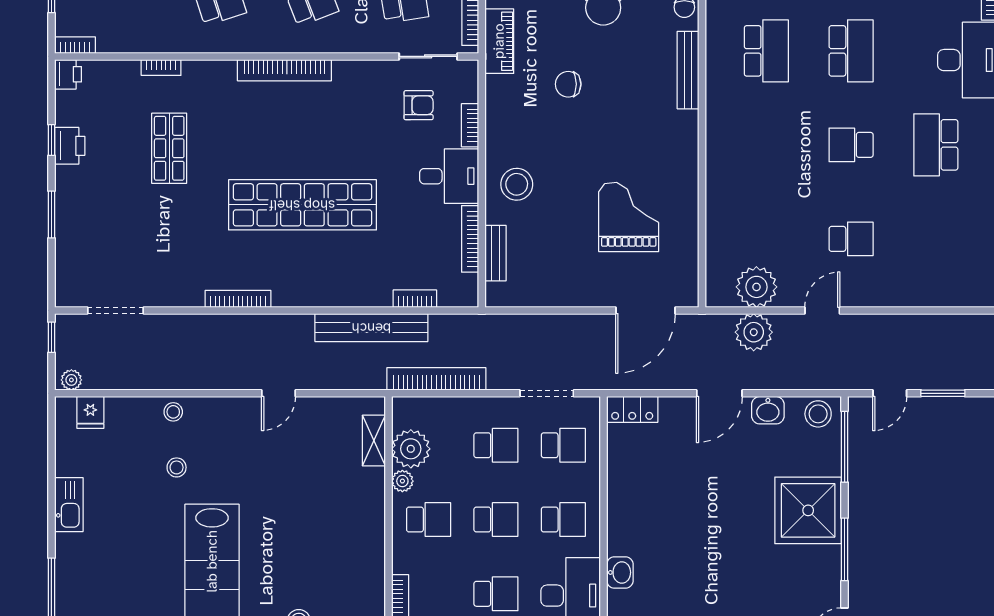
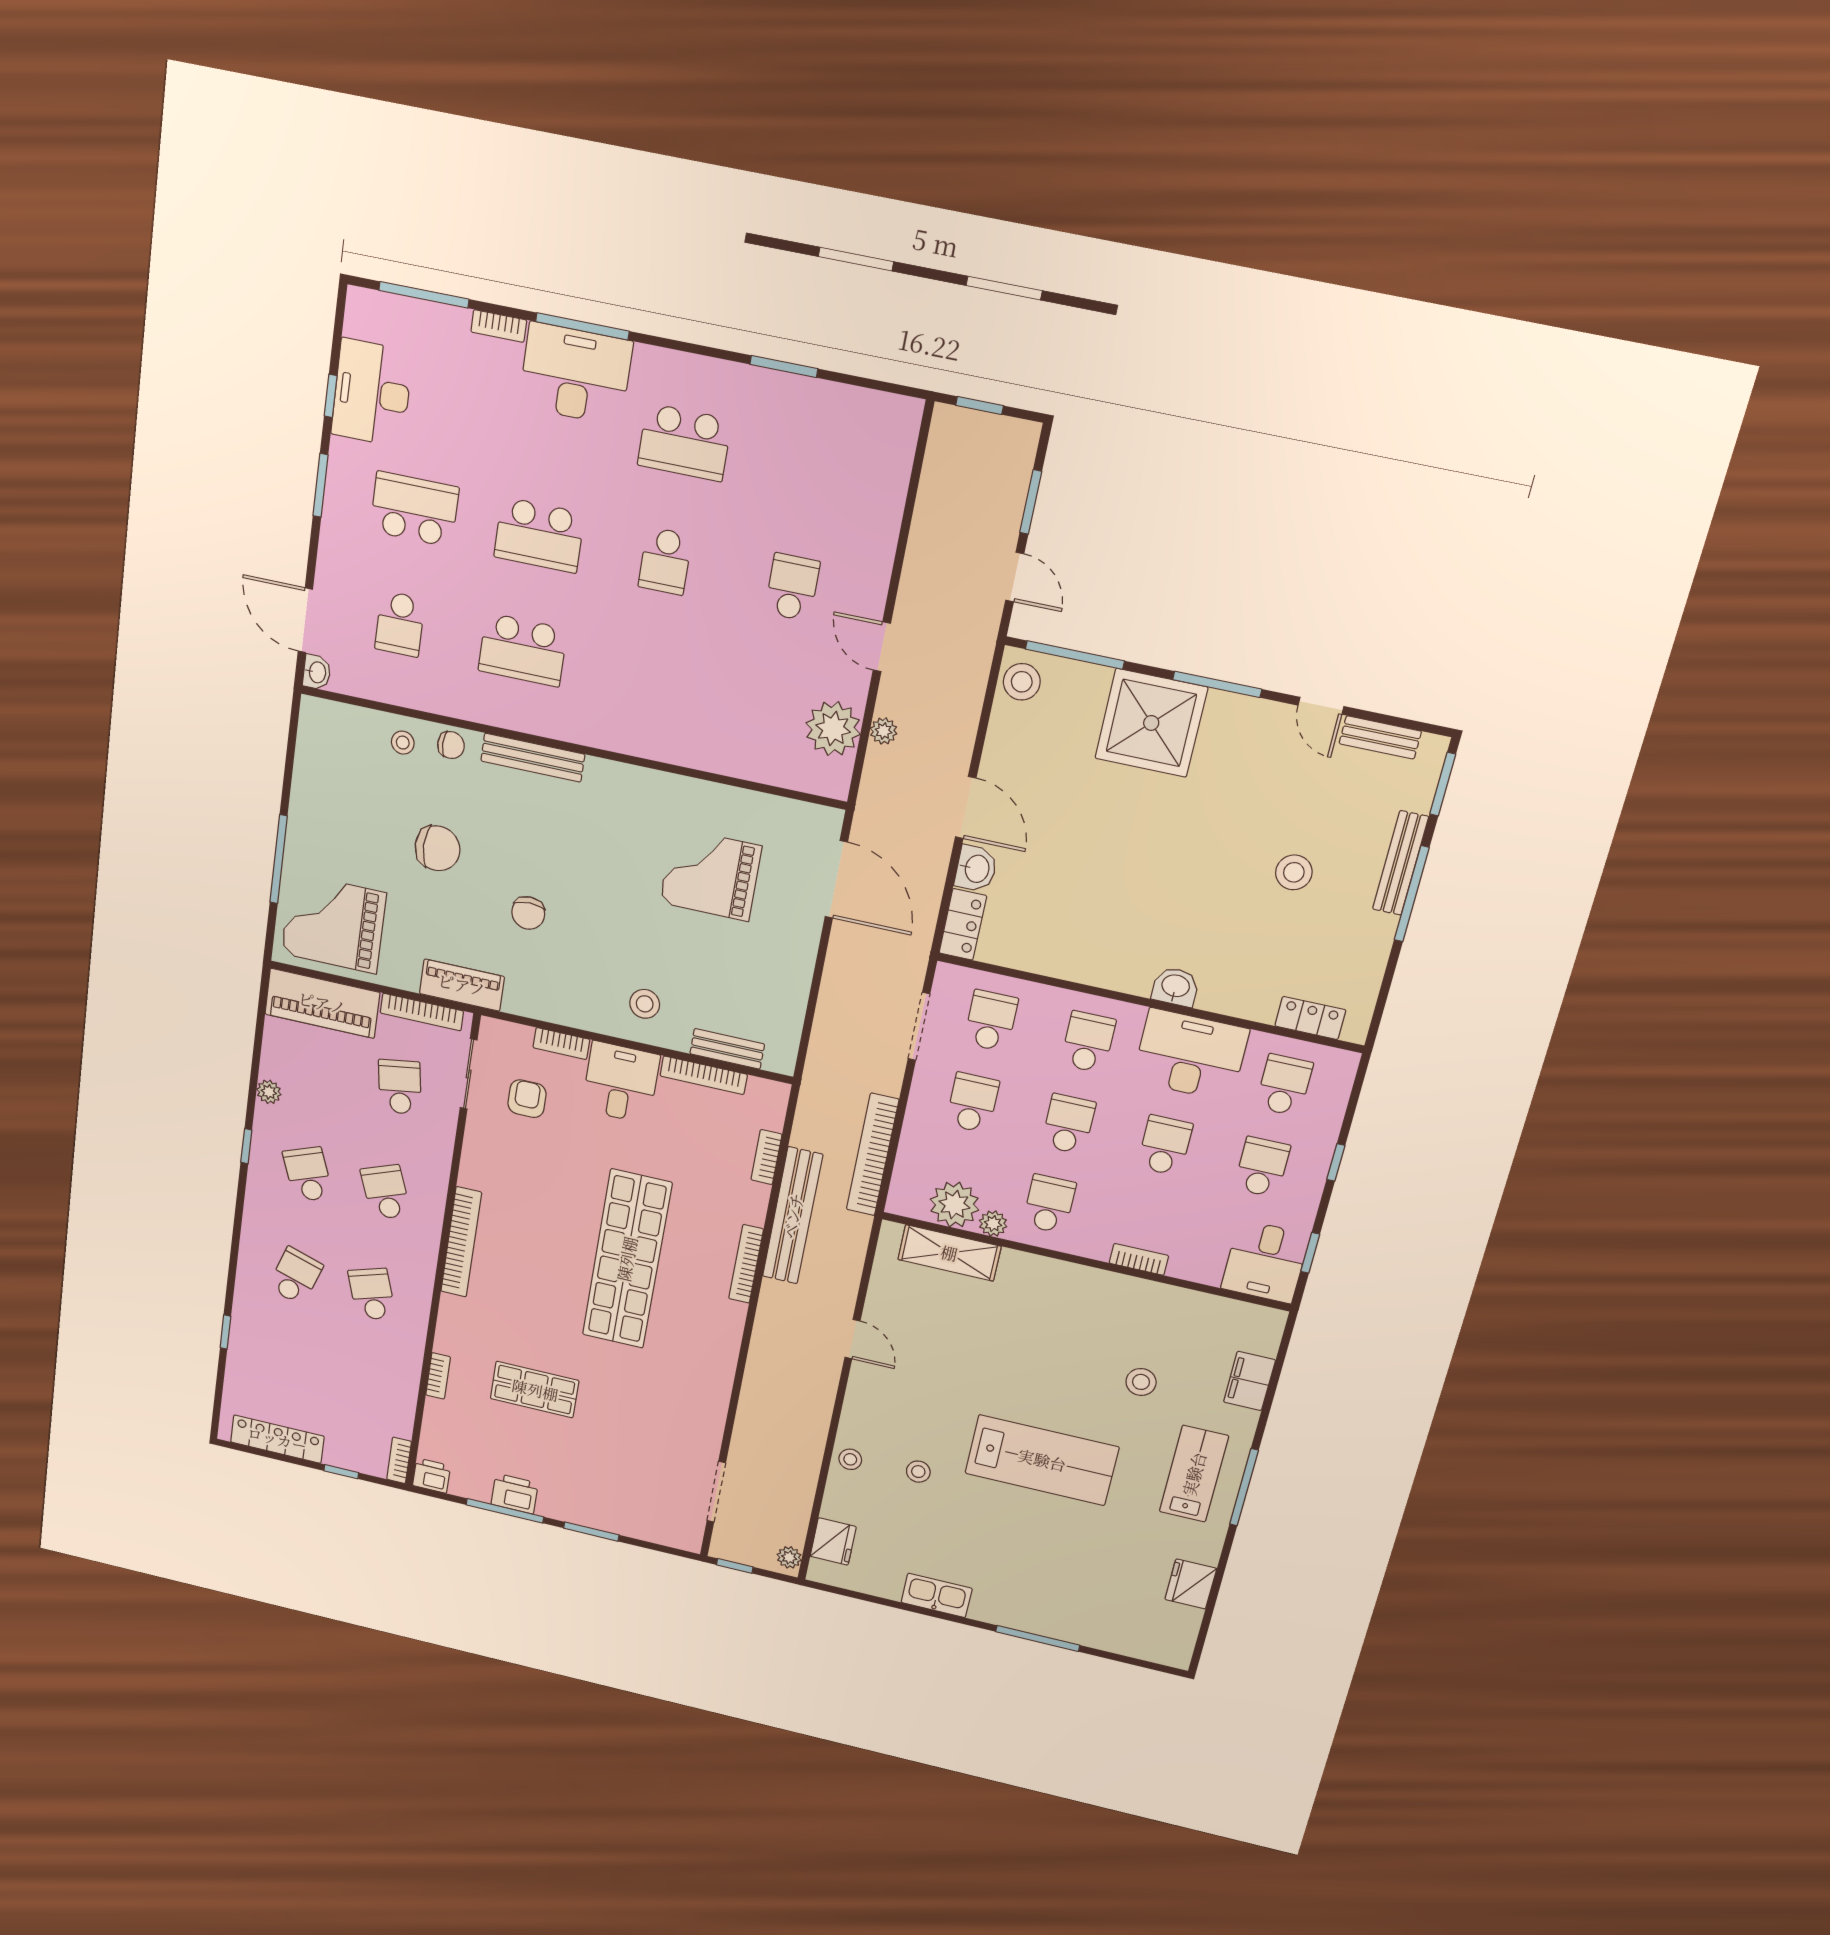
school desk: (766, 51) -> (523, 650), turned 180
school desk: (851, 51) -> (539, 535), turned 180
window: (51, 140) -> (505, 1511), width x2.17
stool: (517, 184) -> (645, 1004), width x0.73, depth x0.73
bookcase: (238, 299) -> (746, 1264), moved
plant: (754, 332) -> (884, 731), width x0.53, depth x0.53
washbasin: (768, 410) -> (976, 869), moved
fridge: (90, 412) -> (833, 1542), width x1.38
shelving: (374, 441) -> (949, 1253), width x1.50, depth x1.33

